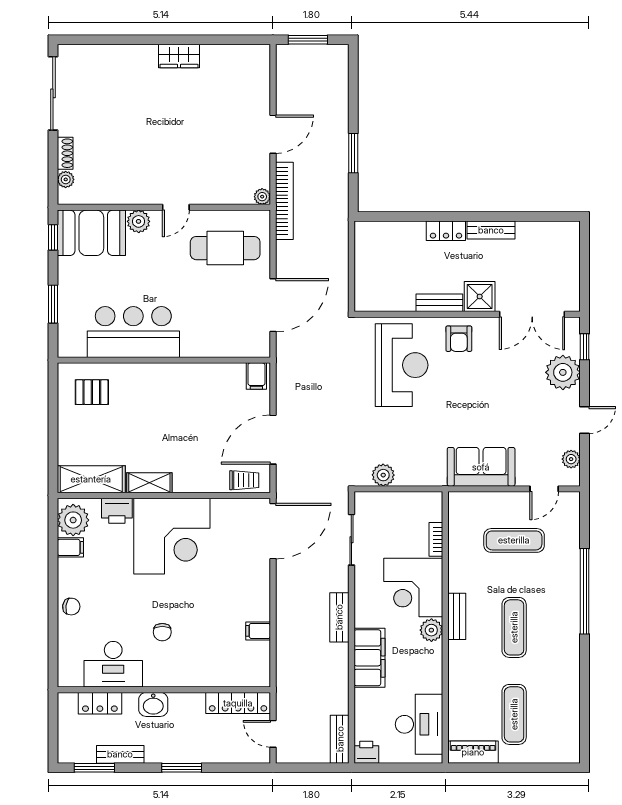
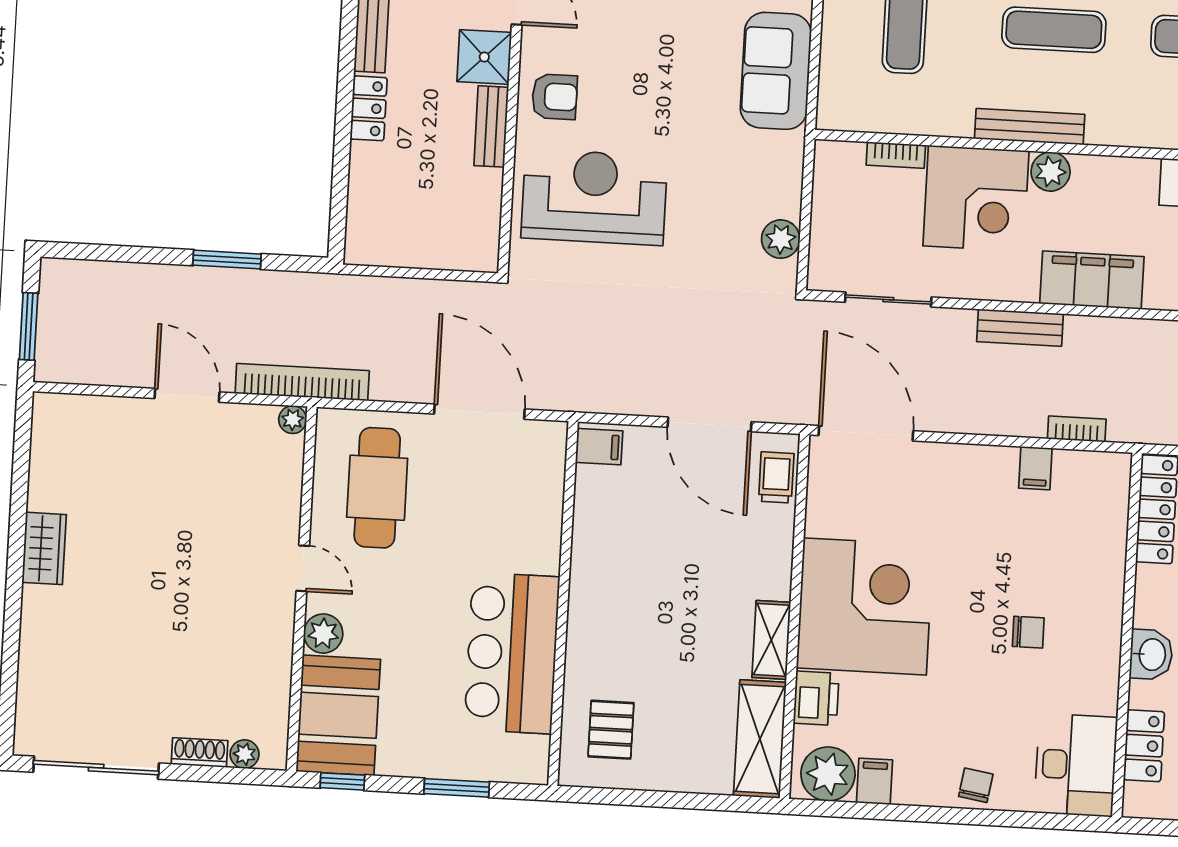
bench: (457, 616) -> (1030, 127), width x1.36
bookcase: (282, 654) -> (1077, 429), added
desk: (113, 664) -> (1076, 765), moved

